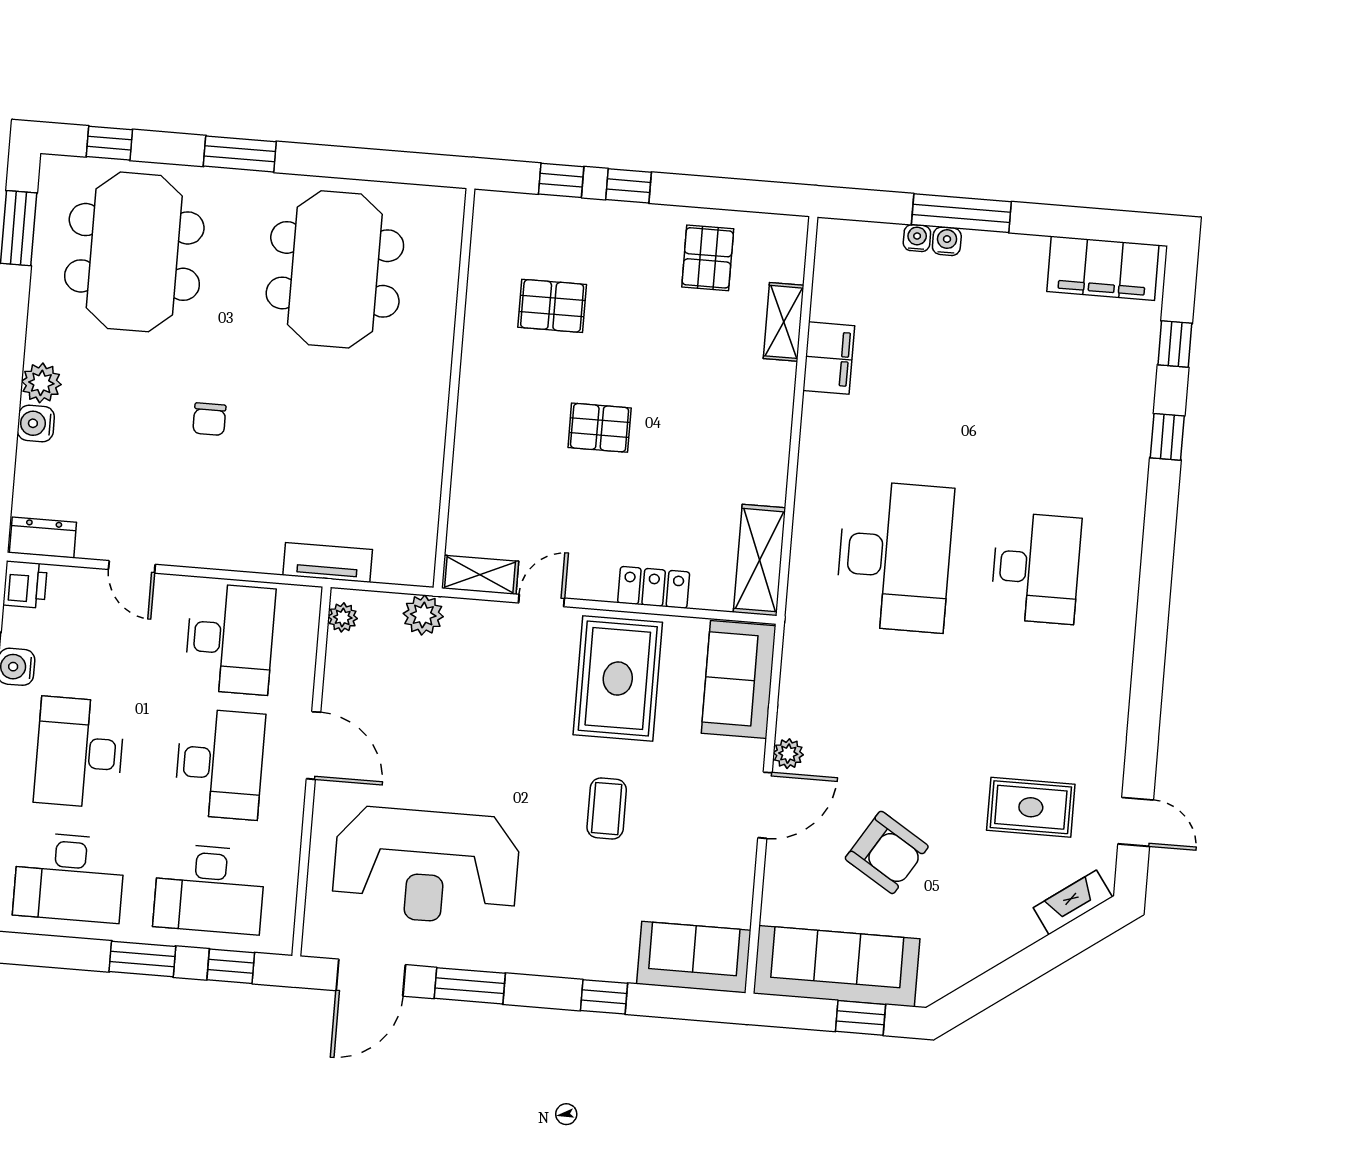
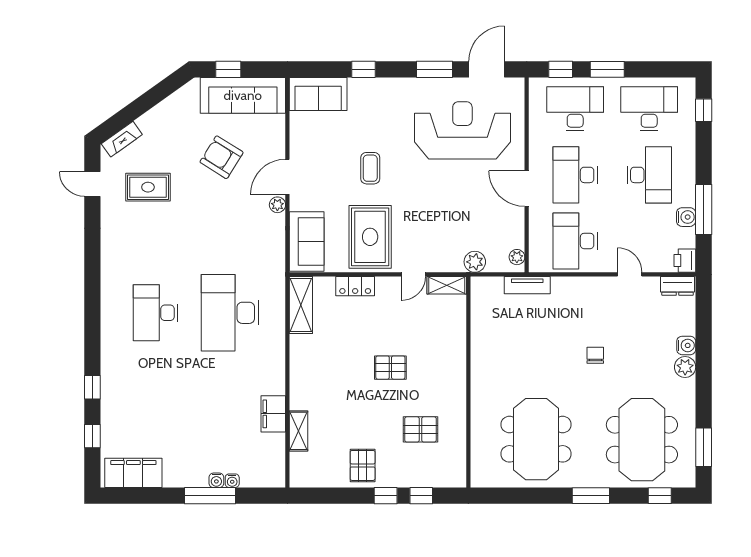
pallet: (708, 258) -> (363, 465), moved

